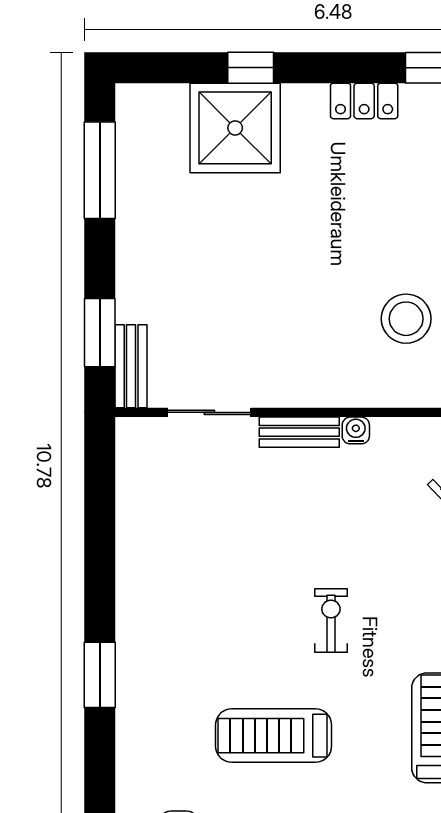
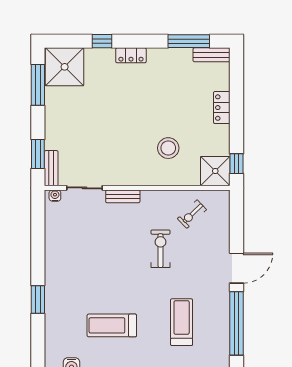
locker: (364, 101) -> (131, 55), moved
shower: (235, 128) -> (65, 67), moved
water cooler: (356, 430) -> (55, 196), moved
exercise bike: (331, 620) -> (161, 249), moved, width x1.38, depth x1.39

